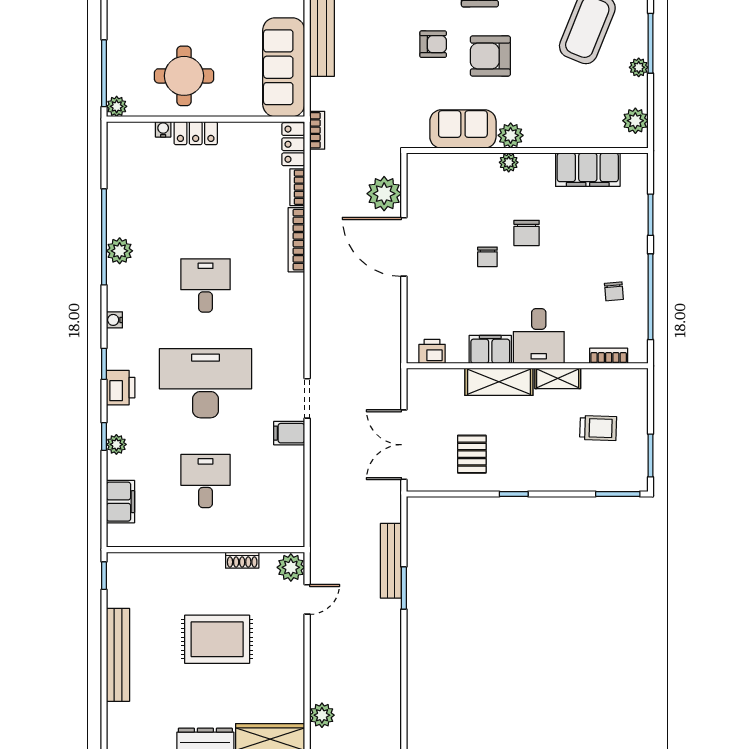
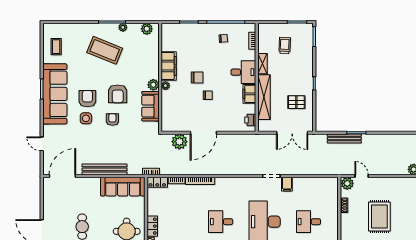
filing cabinet: (588, 170) -> (169, 66), moved
shelving: (499, 382) -> (264, 97), width x1.47

